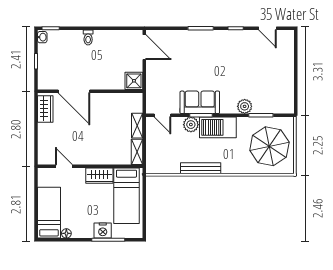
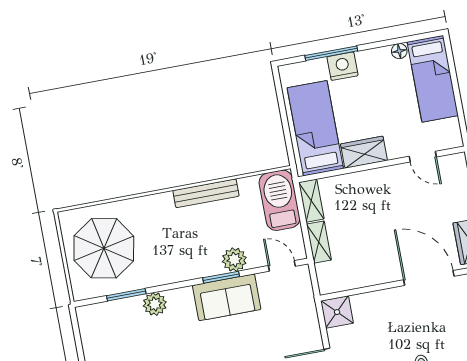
barbecue: (218, 127) -> (280, 200), moved, turned -90

